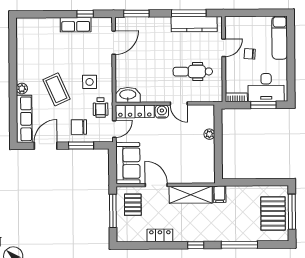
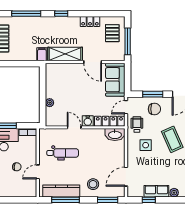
plant: (54, 23) -> (174, 193), added
stool: (155, 33) -> (93, 184), added
pallet: (133, 205) -> (112, 33), moved

